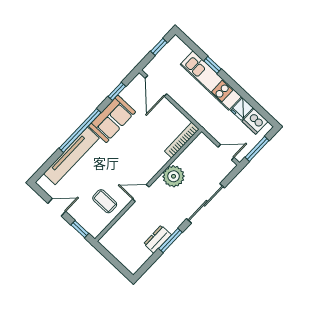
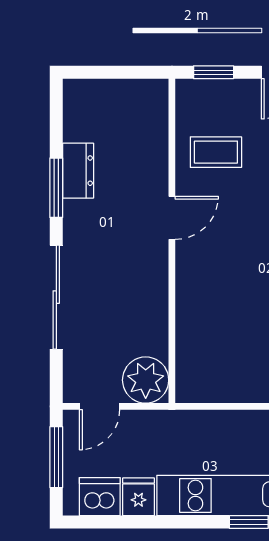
bookcase: (182, 140) -> (186, 360), removed
plant: (174, 176) -> (146, 380), moved

